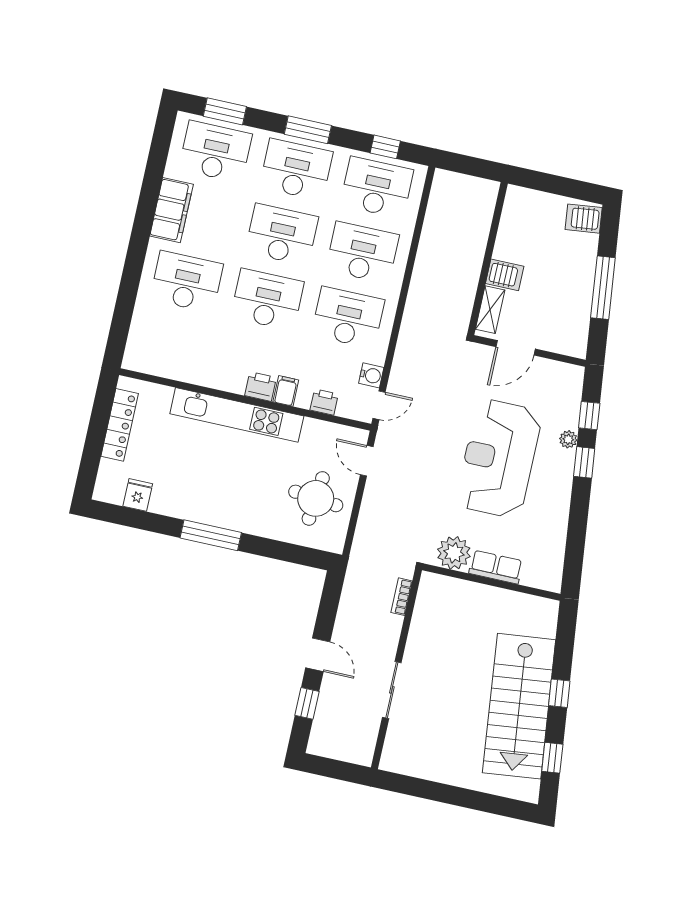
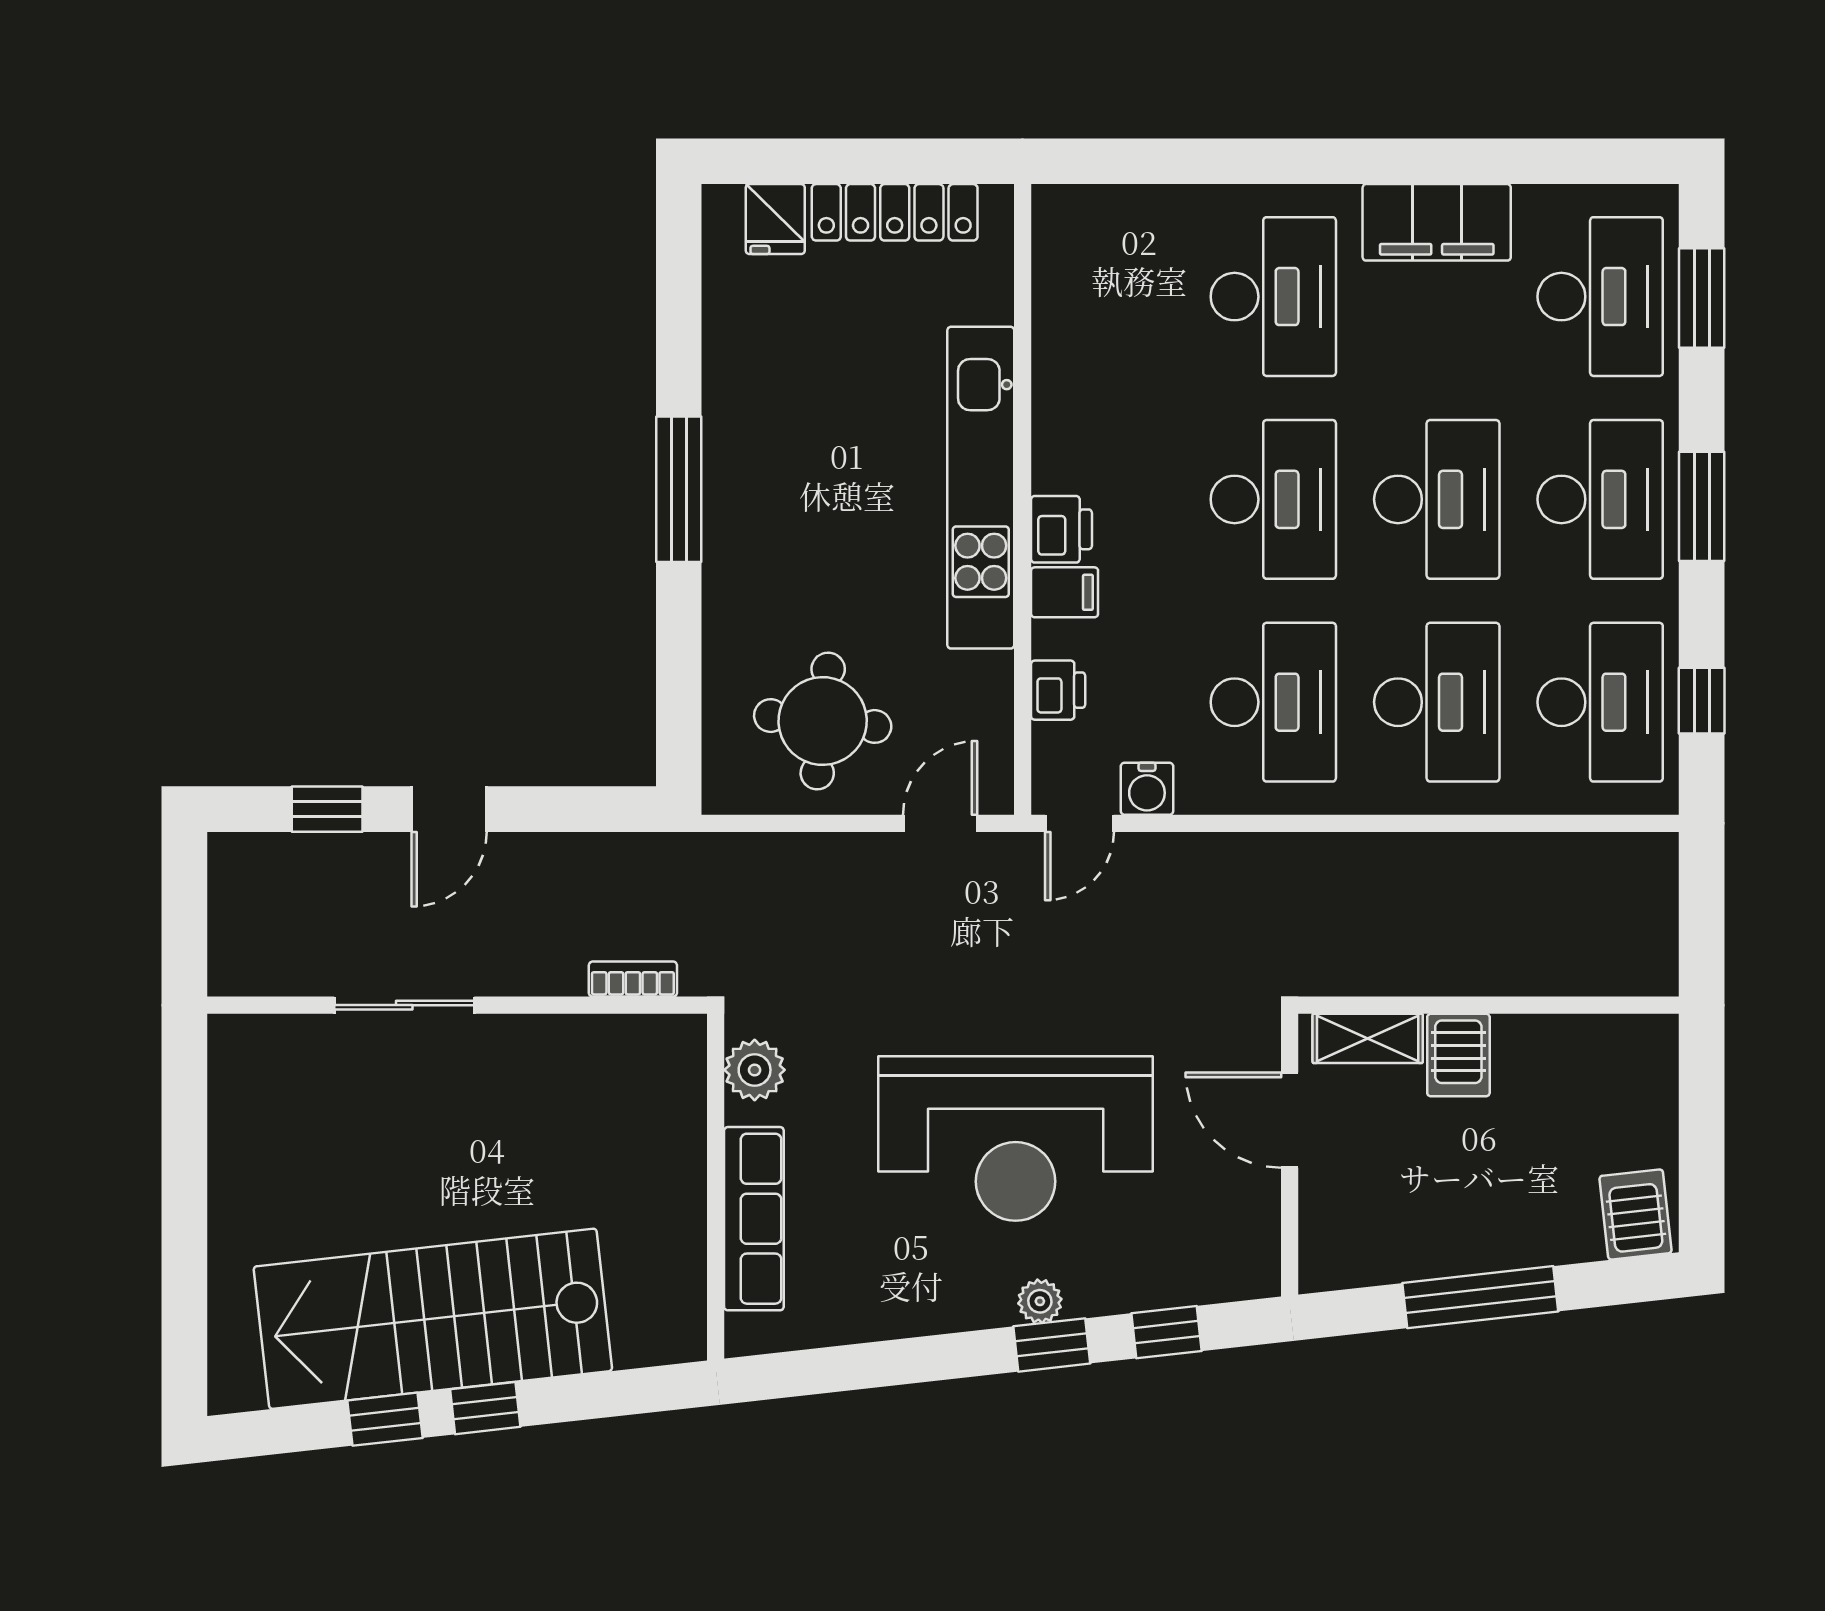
door: (379, 405) -> (1080, 823), hinge flipped
plant: (568, 439) -> (1040, 1301), moved
reception desk: (499, 459) -> (1016, 1139), turned 180
fridge: (138, 495) -> (775, 219), moved, turned 90
plant: (454, 553) -> (755, 1070), width x0.73, depth x0.73
row of seats: (496, 567) -> (754, 1219), width x1.48
window: (552, 758) -> (385, 1419), moved

